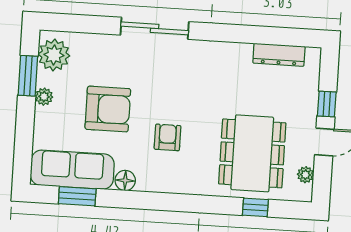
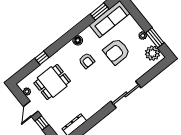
dining table: (252, 153) -> (52, 82), width x0.73
floor lamp: (125, 180) -> (78, 40), moved
window: (255, 207) -> (42, 58), moved

